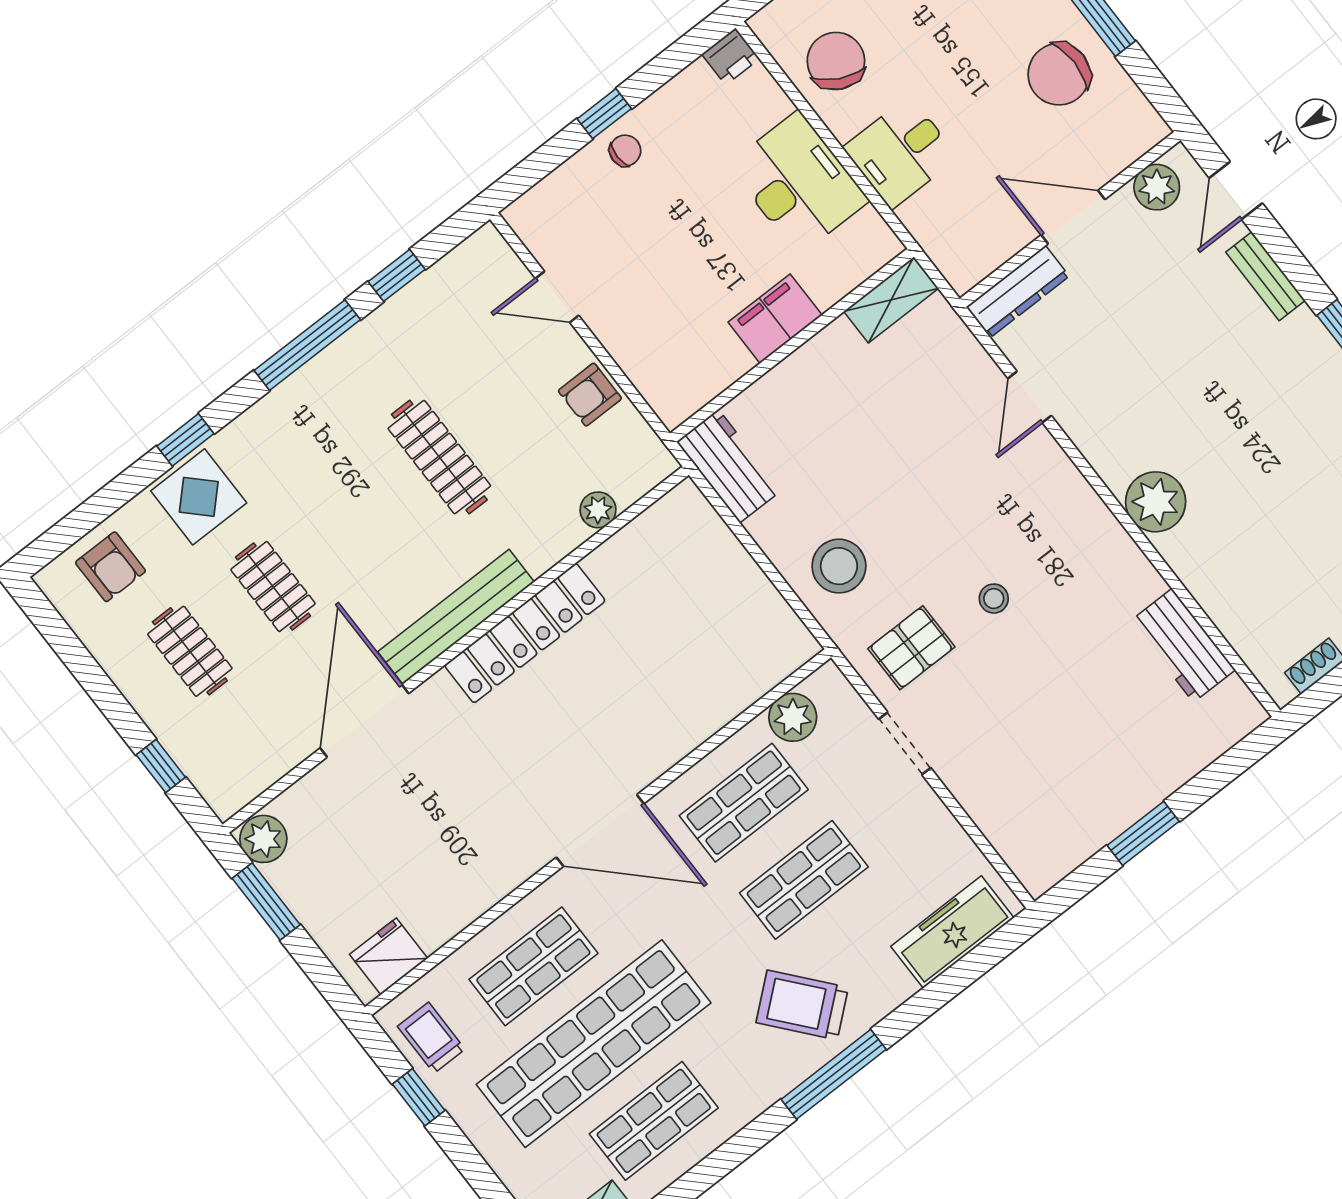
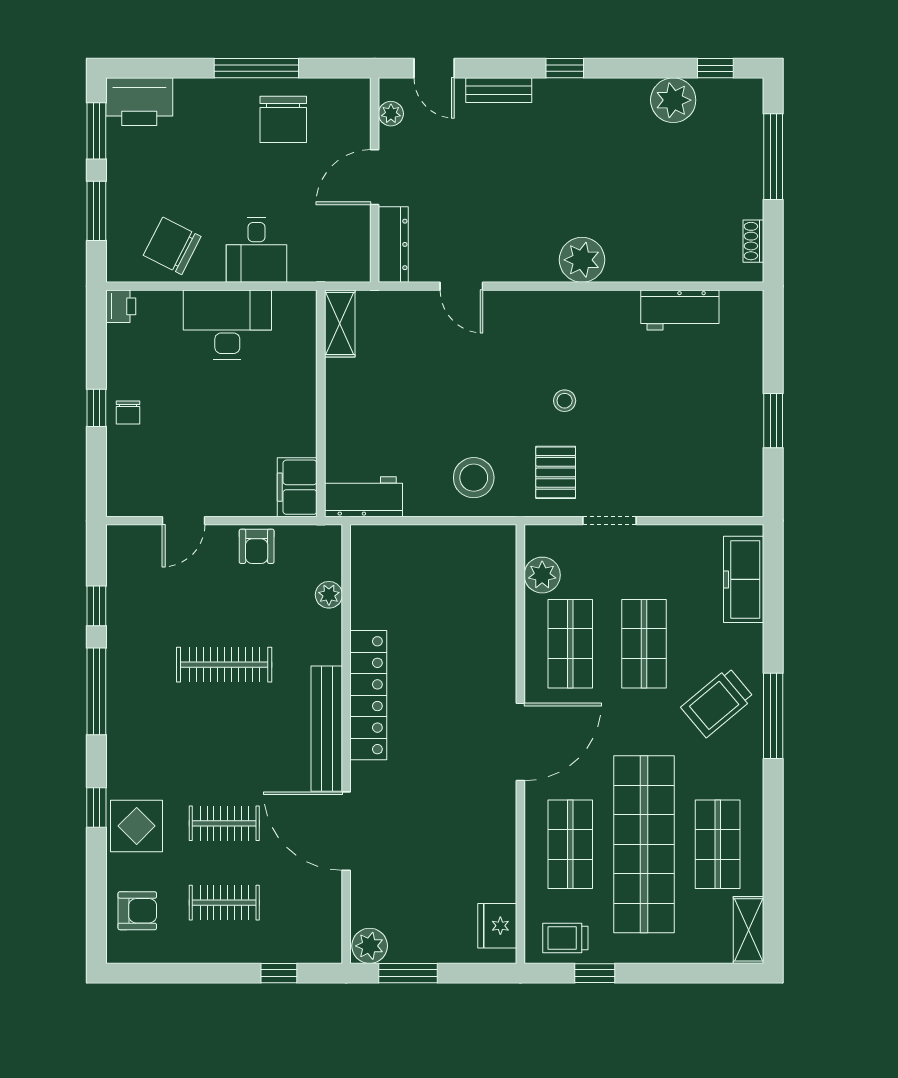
chair: (625, 151) -> (128, 413), turned 180
plant: (1157, 187) -> (391, 114), width x0.73, depth x0.73
filing cabinet: (775, 319) -> (297, 487), moved

